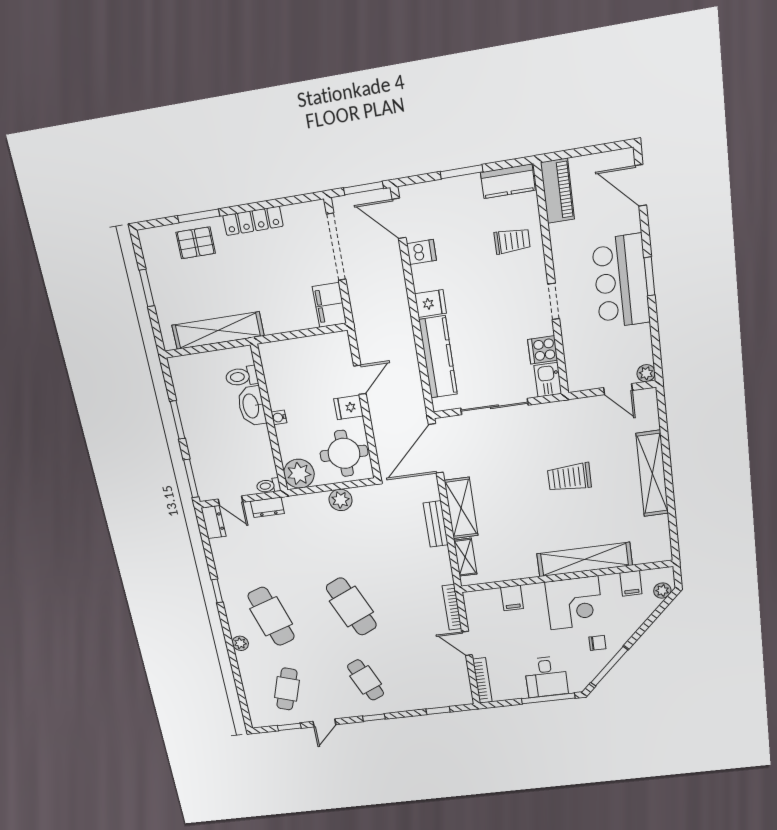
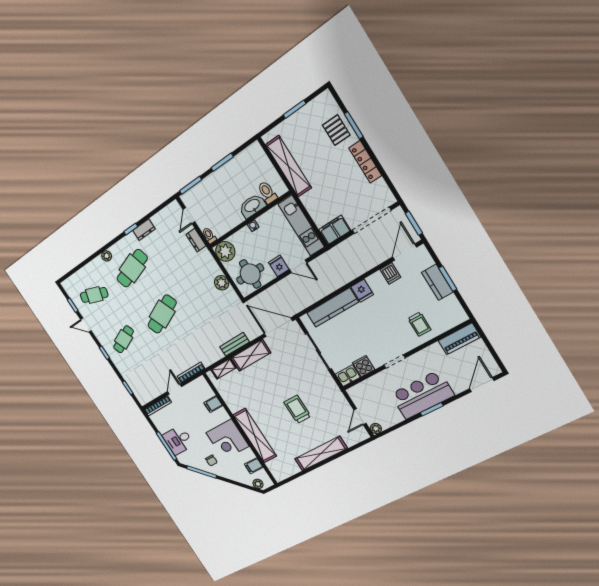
kitchen counter: (508, 181) -> (437, 282), moved
kitchen unit: (305, 350) -> (301, 226), added
dresser: (214, 522) -> (144, 230), moved

